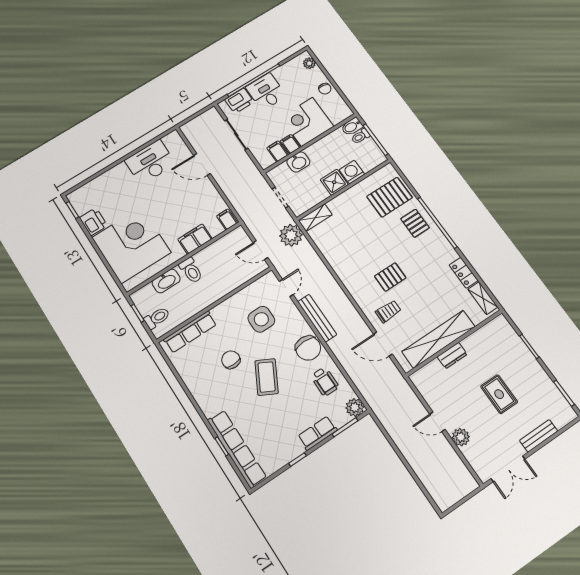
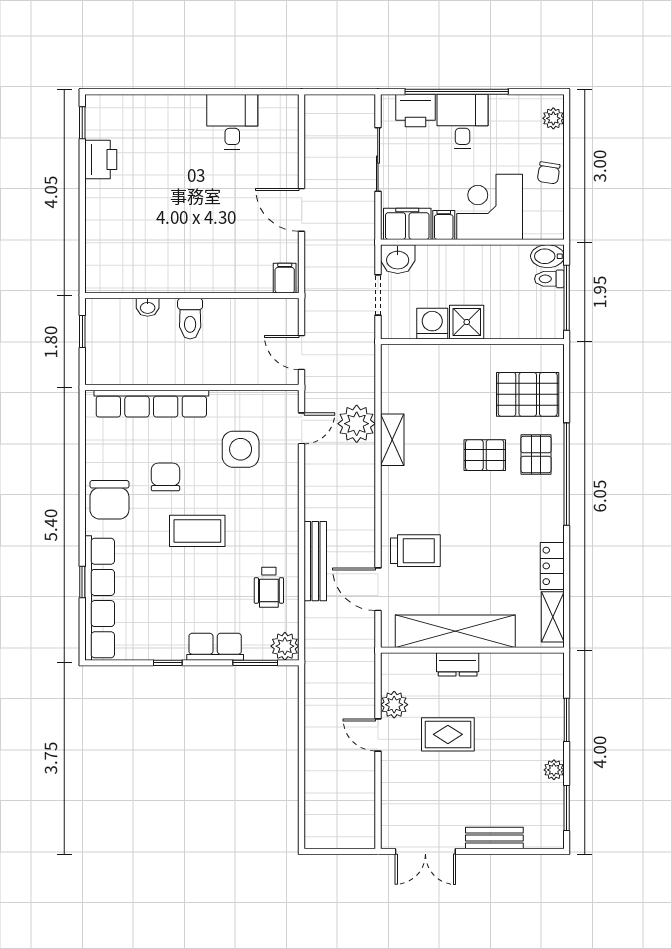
filing cabinet: (278, 151) -> (407, 224), width x2.00
desk: (150, 162) -> (232, 122), width x0.73
washbasin: (298, 162) -> (398, 259), moved
door: (202, 165) -> (302, 210), moved
washing machine: (352, 172) -> (432, 324), moved
shelving: (315, 218) -> (392, 440), moved, turned 90
plant: (291, 235) -> (357, 424), moved
filing cabinet: (195, 239) -> (223, 277), removed
corner desk: (131, 245) -> (132, 228), removed
pallet: (390, 277) -> (485, 455), moved
washbasin: (166, 281) -> (148, 307), width x0.52, depth x0.69
trolley: (388, 311) -> (415, 551), width x1.36, depth x1.39
toilet: (157, 318) -> (104, 355), removed
bench: (317, 318) -> (315, 561), moved
row of seats: (190, 332) -> (151, 404), width x1.36
chair: (308, 348) -> (109, 500), moved
coffee table: (267, 377) -> (197, 531), turned 62
plant: (542, 377) -> (554, 770), added
rug: (499, 394) -> (448, 734), moved, turned 90
plant: (461, 437) -> (394, 705), moved

